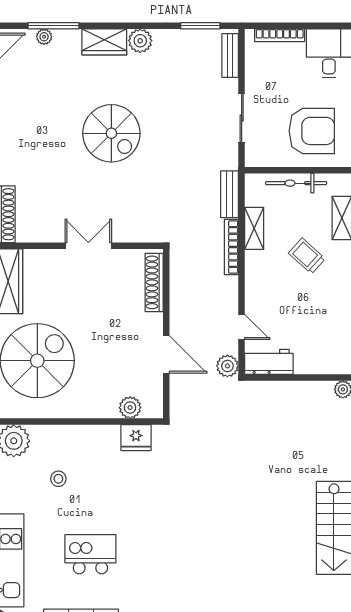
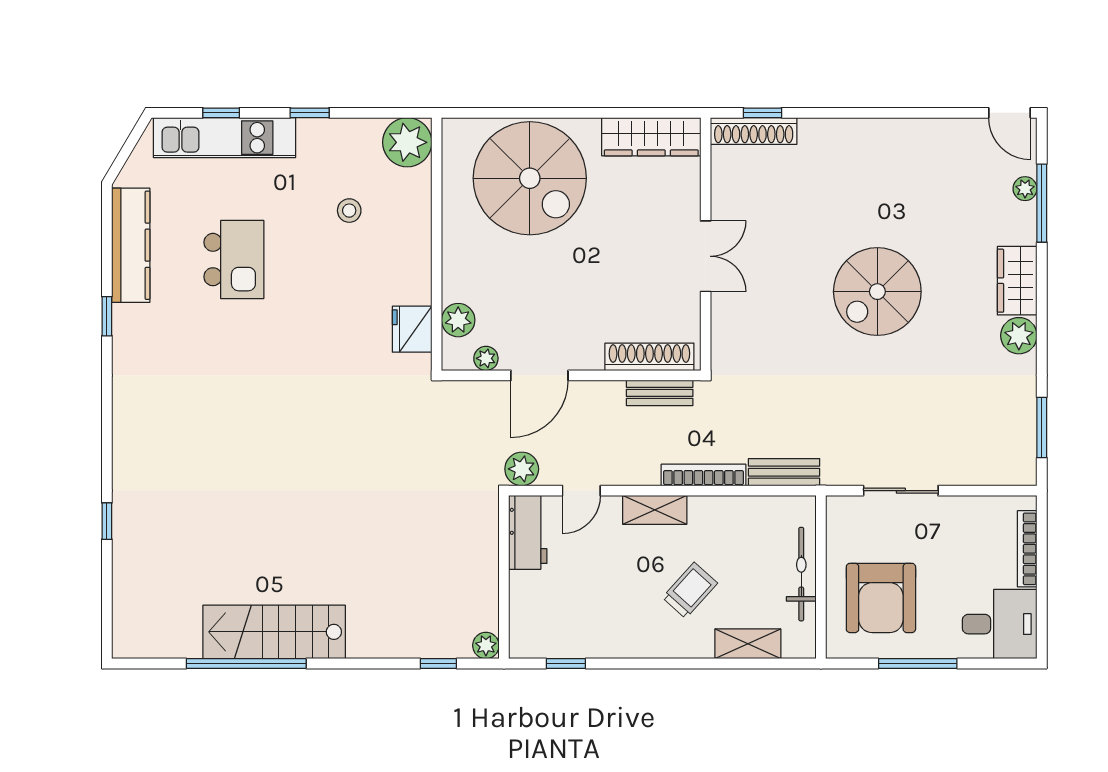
bench: (230, 56) -> (660, 393), moved
shelving: (254, 228) -> (655, 510), moved
plant: (155, 389) -> (486, 358), added

